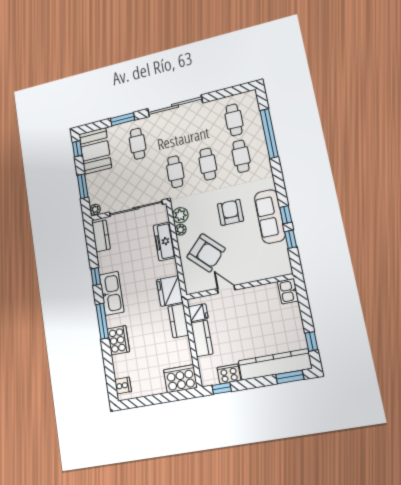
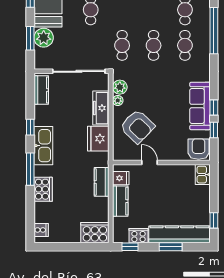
plant: (95, 209) -> (44, 38), moved, width x1.88, depth x1.88
armchair: (230, 212) -> (199, 149), moved
fridge: (170, 291) -> (98, 139), moved
window: (290, 377) -> (171, 247), moved

